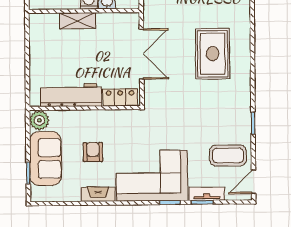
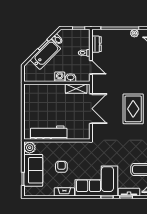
shelving: (78, 21) -> (76, 89), moved
locker: (120, 97) -> (78, 134), removed

